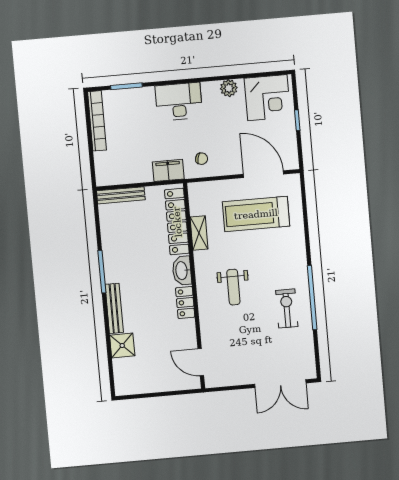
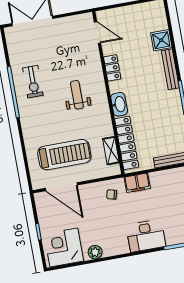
desk: (179, 102) -> (146, 236), moved
shelving: (199, 233) -> (111, 151), moved
locker: (185, 303) -> (112, 68), moved

